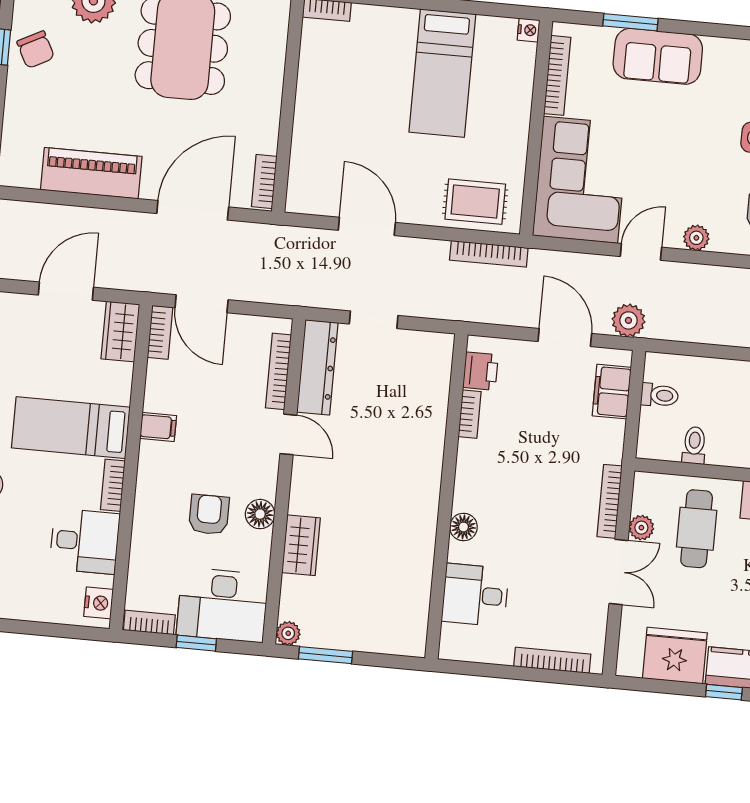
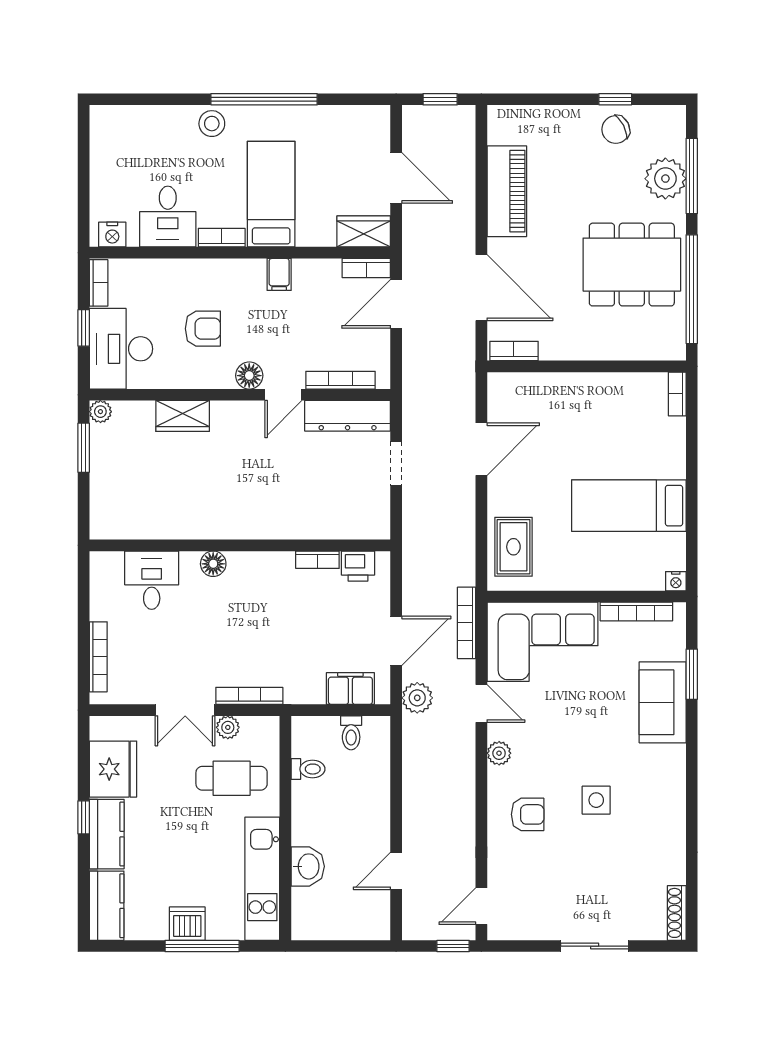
bookcase: (489, 254) -> (467, 623), moved
floor lamp: (260, 514) -> (249, 376), moved

